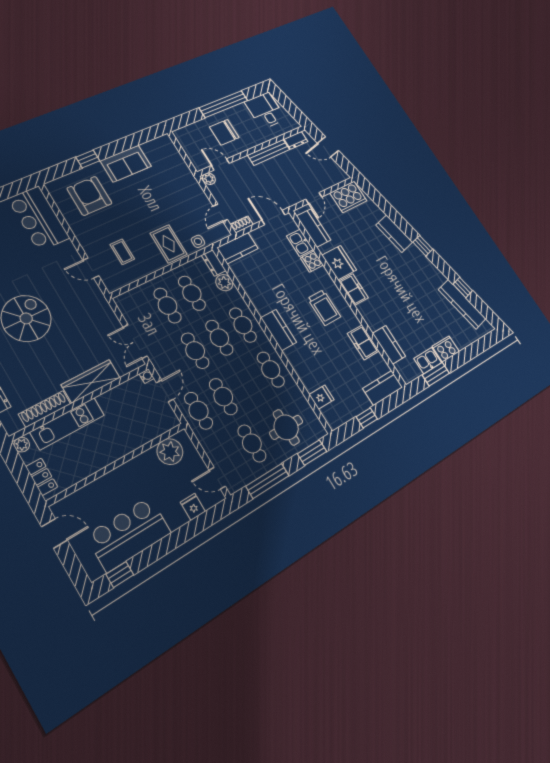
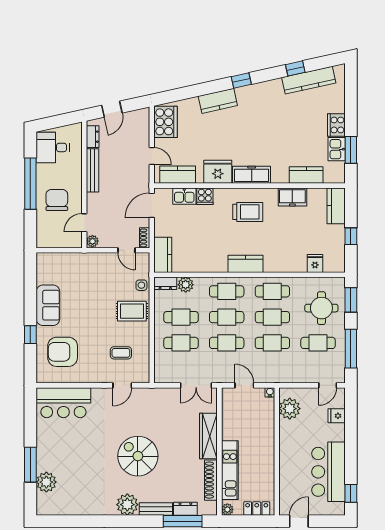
chair: (224, 132) -> (57, 200), turned 180
freezer: (353, 290) -> (252, 175), width x1.40
water cooler: (147, 376) -> (270, 392), moved
cafe table: (199, 411) -> (272, 317), moved

